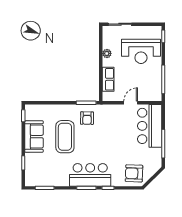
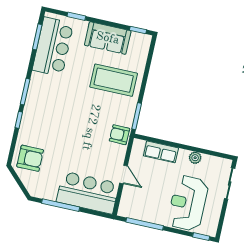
armchair: (87, 118) -> (120, 135), moved
coffee table: (65, 137) -> (114, 80), moved
armchair: (134, 173) -> (30, 158), turned 88
bar counter: (90, 175) -> (53, 47), moved

